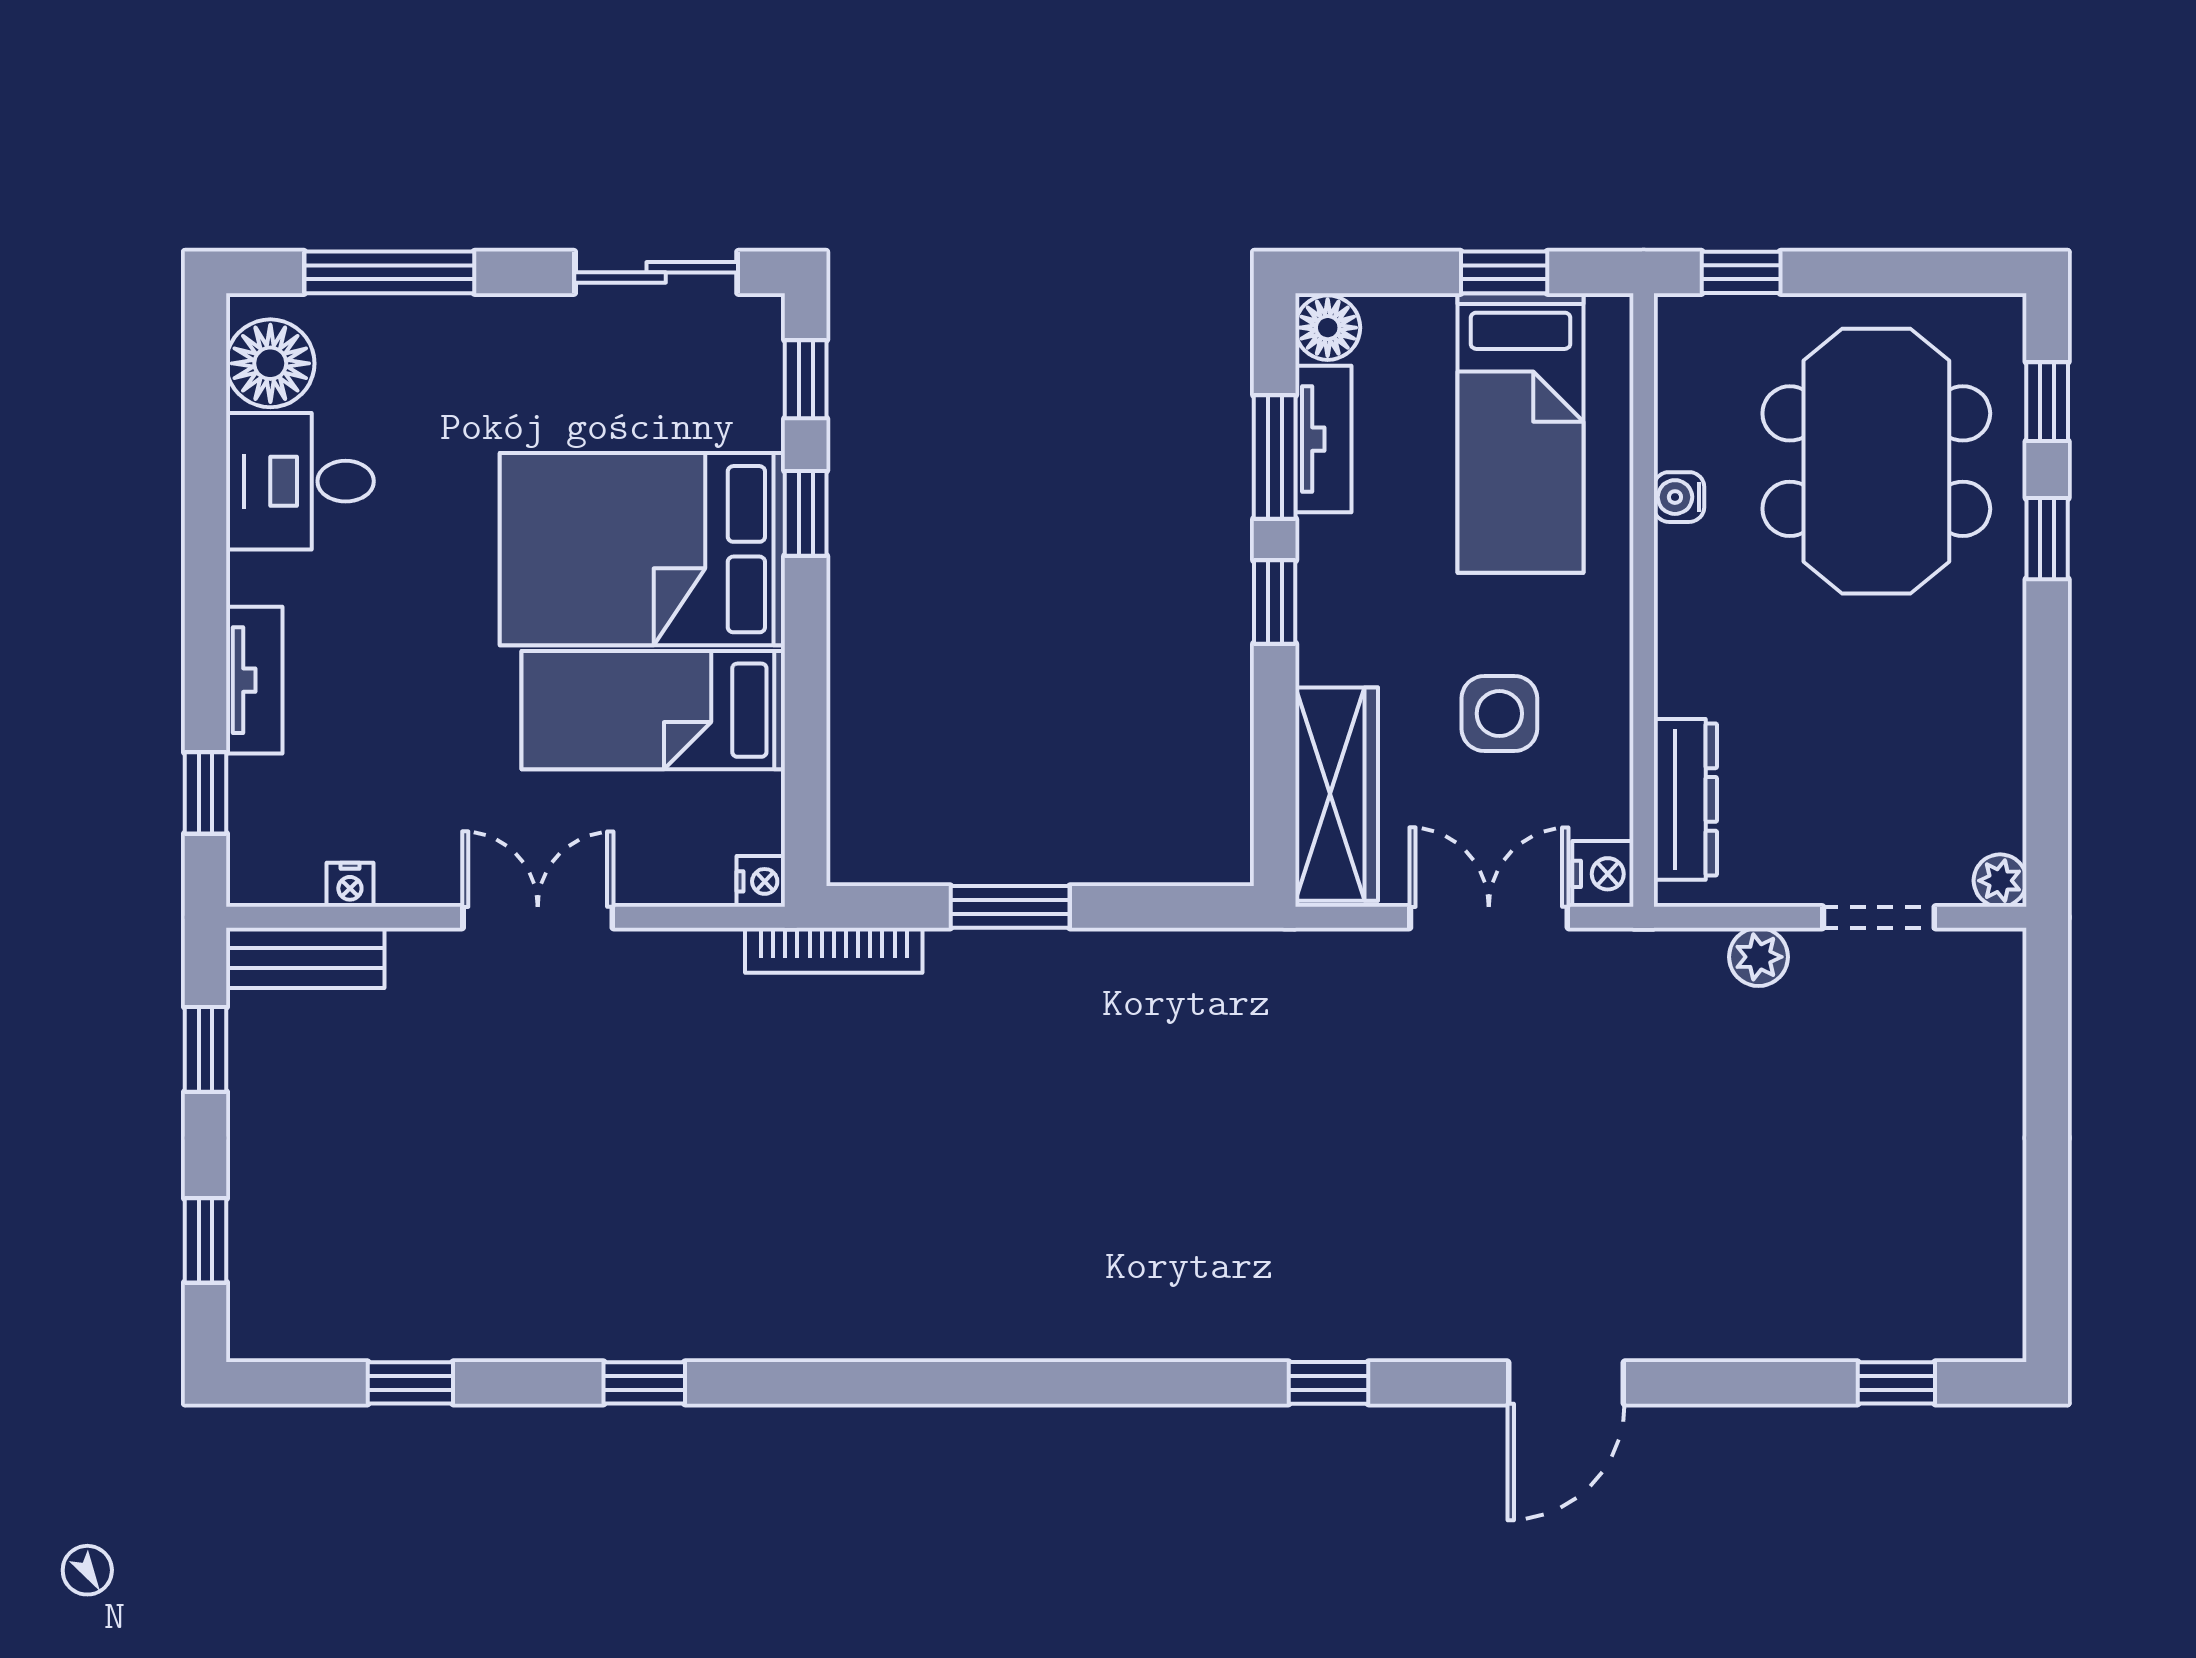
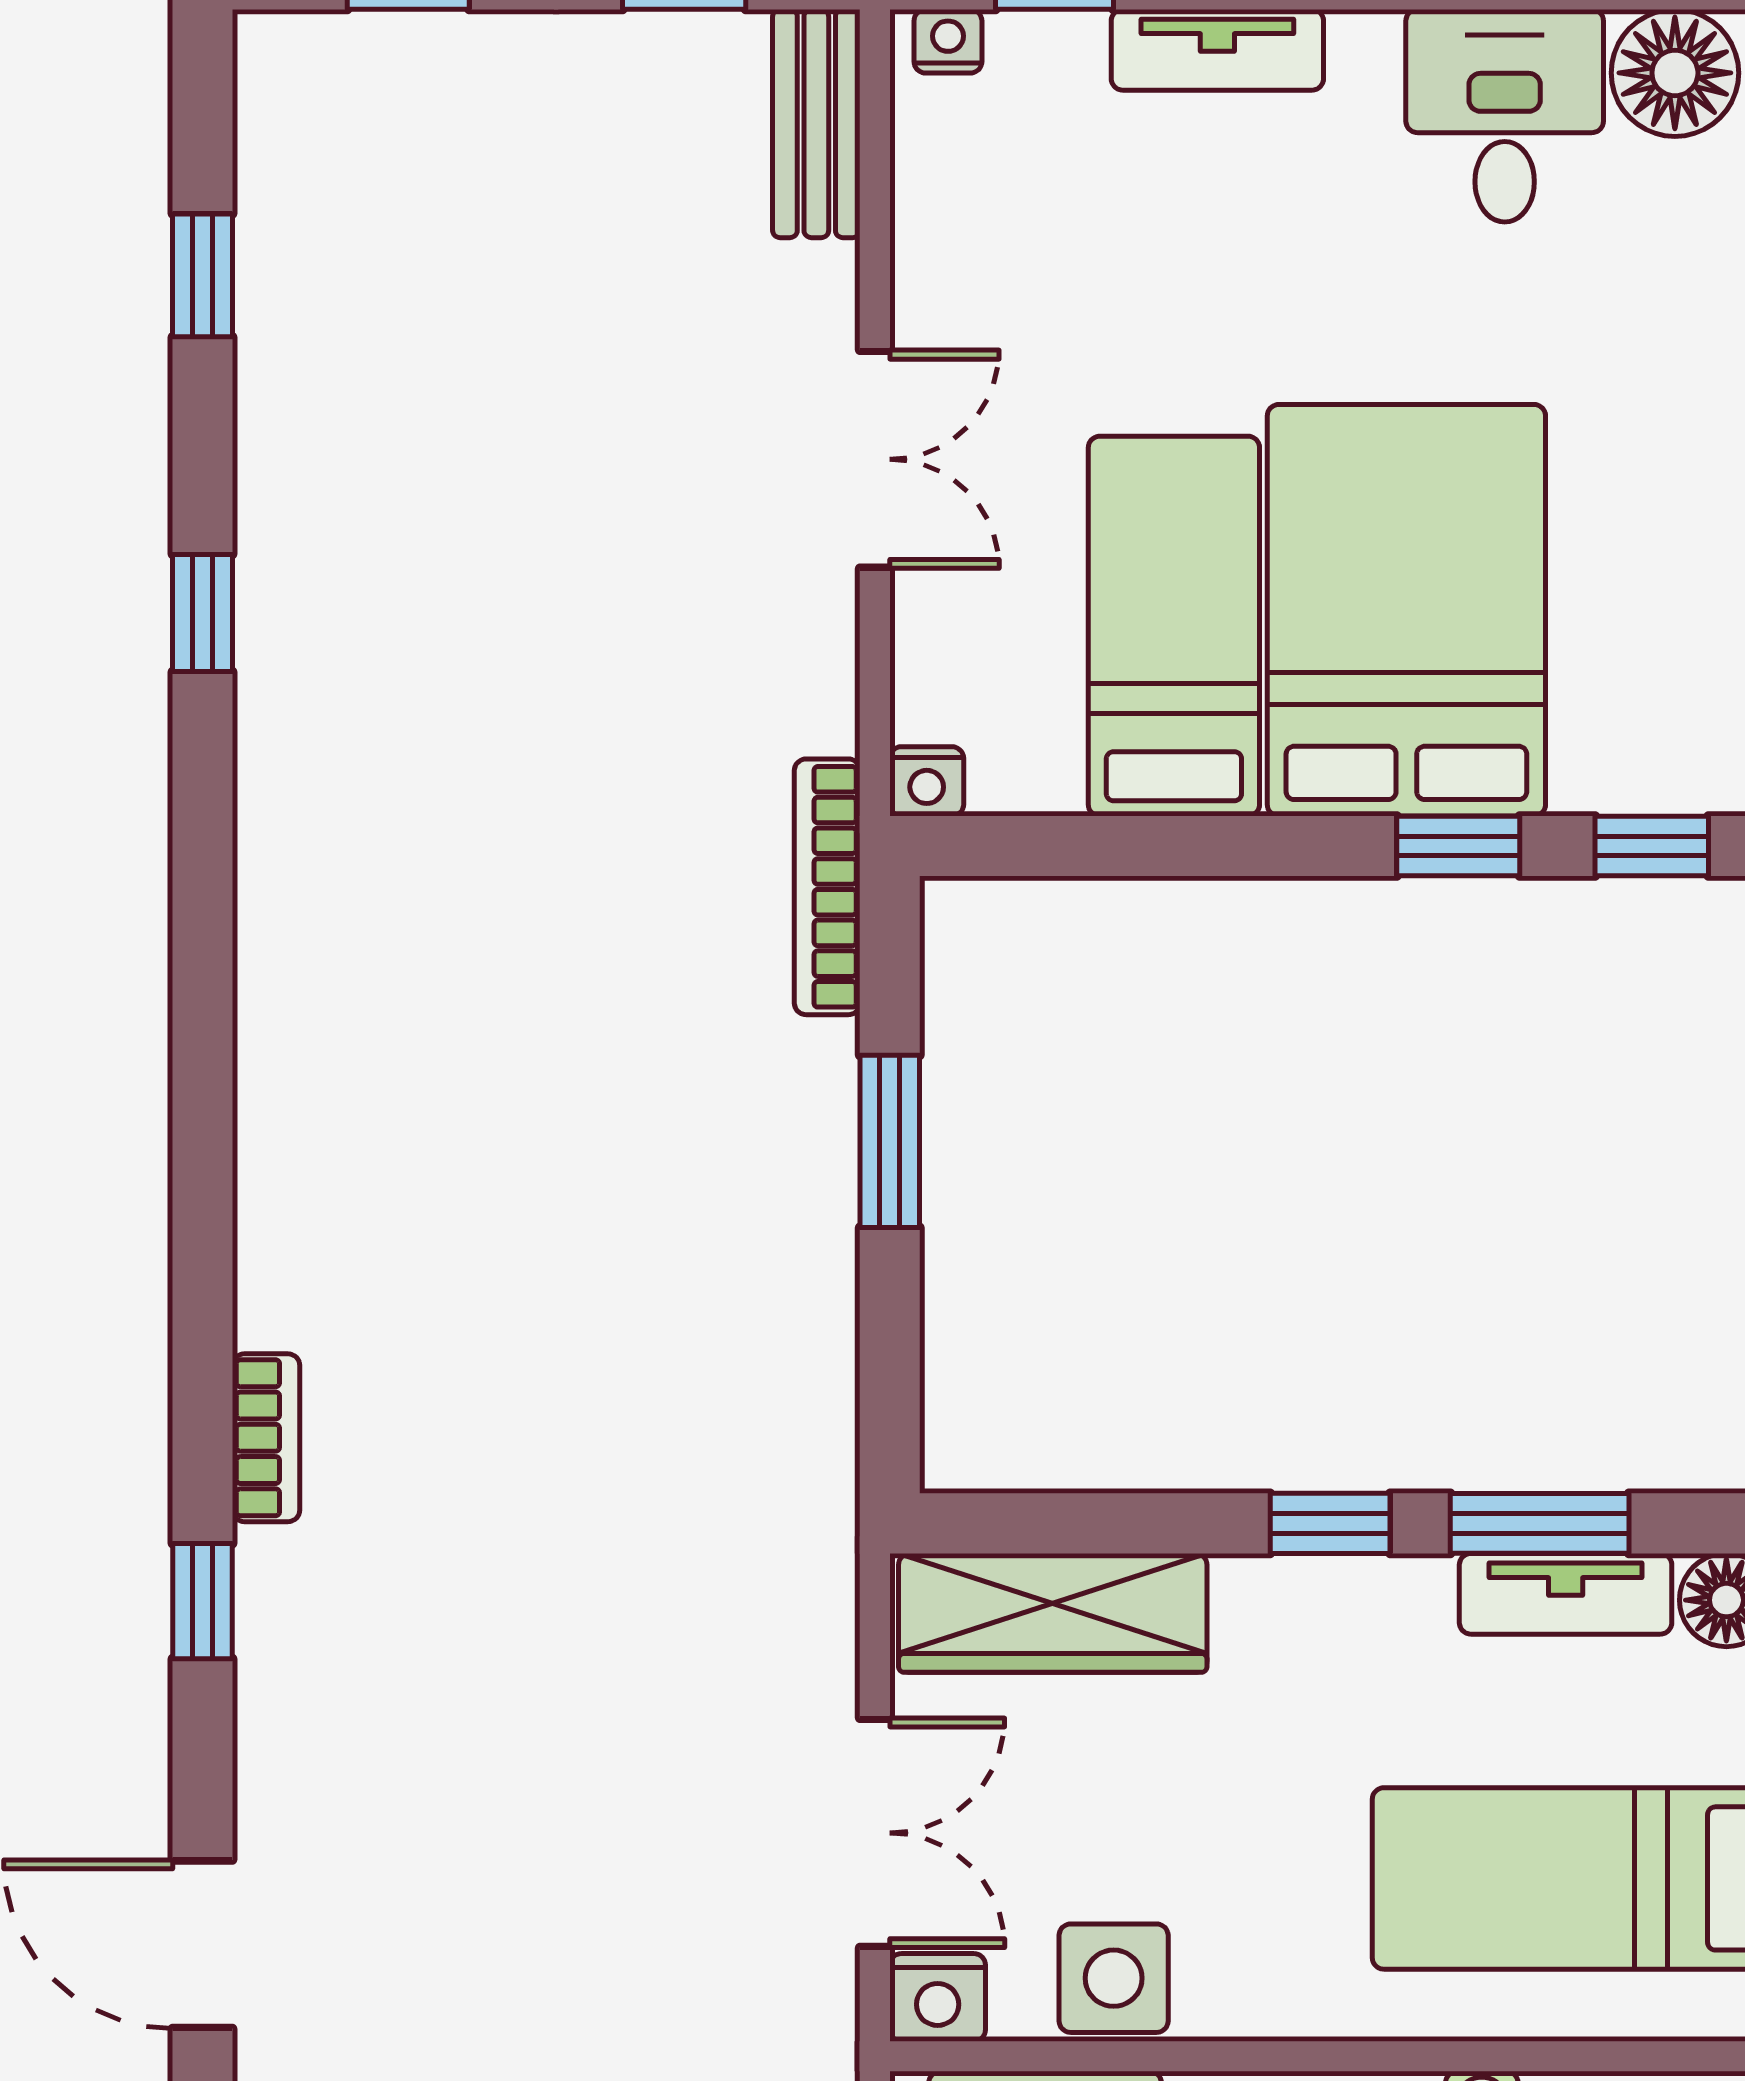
side table: (1499, 714) -> (1114, 1978), moved
nightstand: (350, 885) -> (948, 41), moved, turned 90
bookcase: (1215, 1339) -> (266, 1438), added

